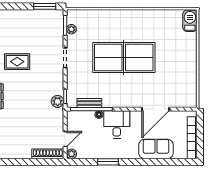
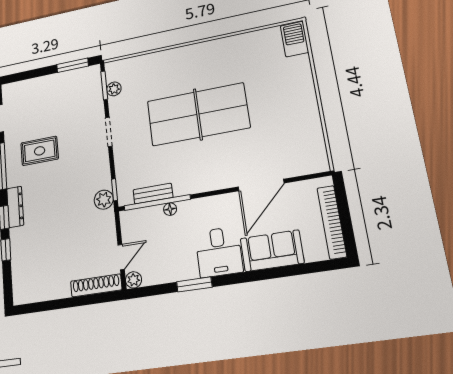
desk: (117, 124) -> (219, 252), moved, turned 180

